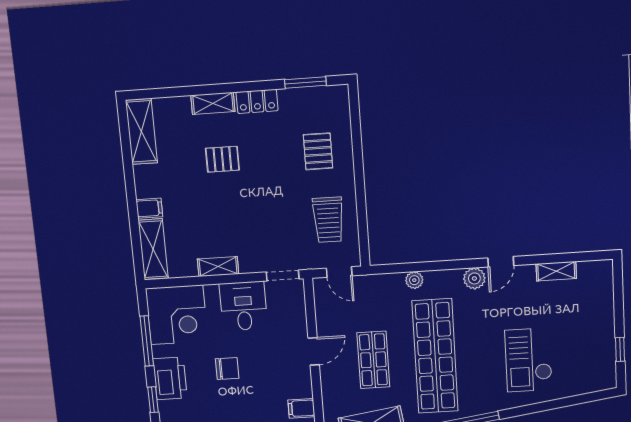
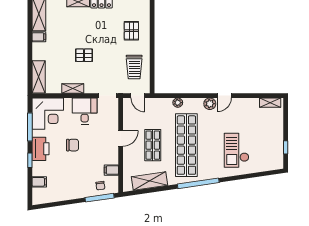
pallet: (222, 159) -> (84, 55), moved
filing cabinet: (149, 208) -> (39, 37), moved
shelving: (556, 271) -> (270, 103), moved

